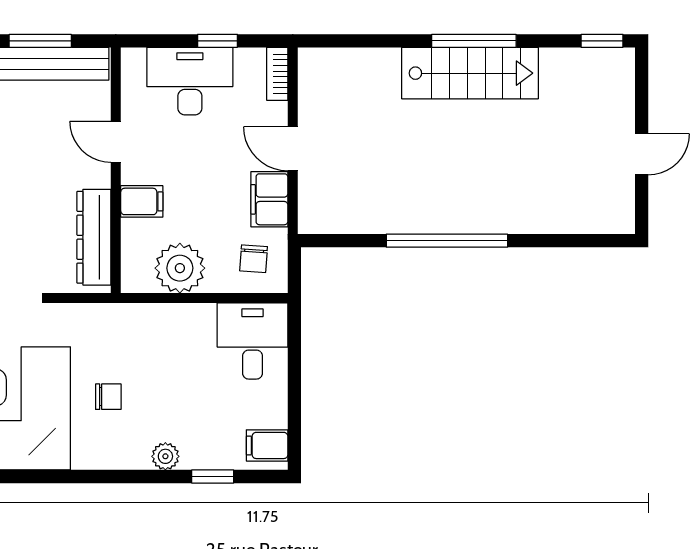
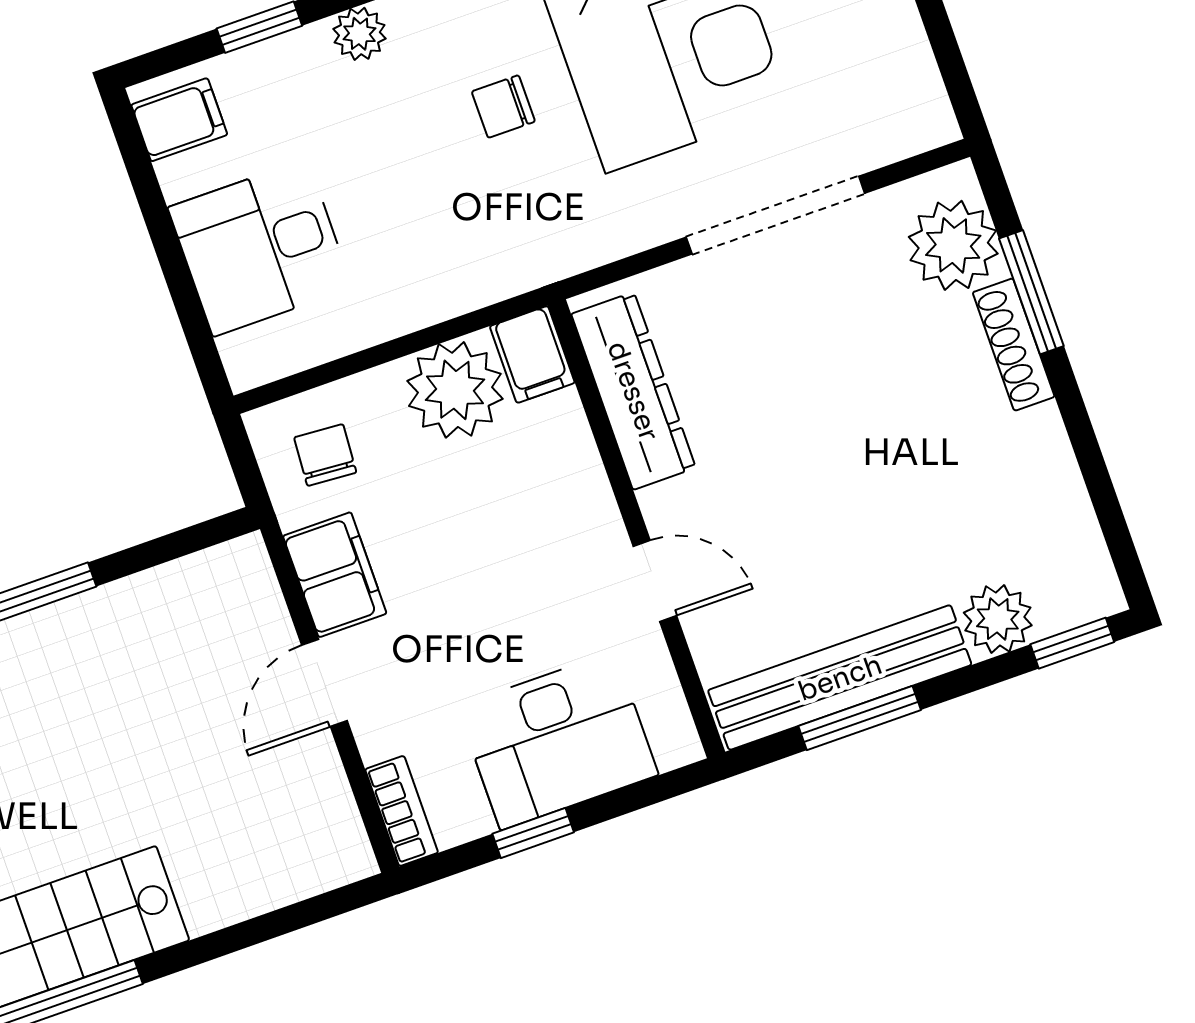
door: (293, 149) -> (324, 683), swing flipped
filing cabinet: (142, 201) -> (532, 354), moved, turned -90
desk: (253, 341) -> (260, 248), moved, turned 90

